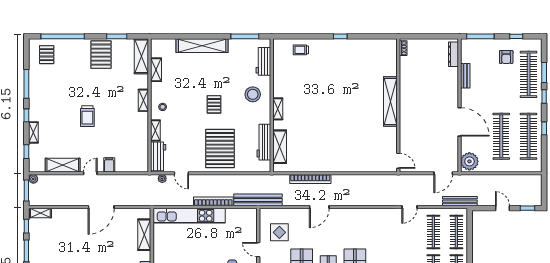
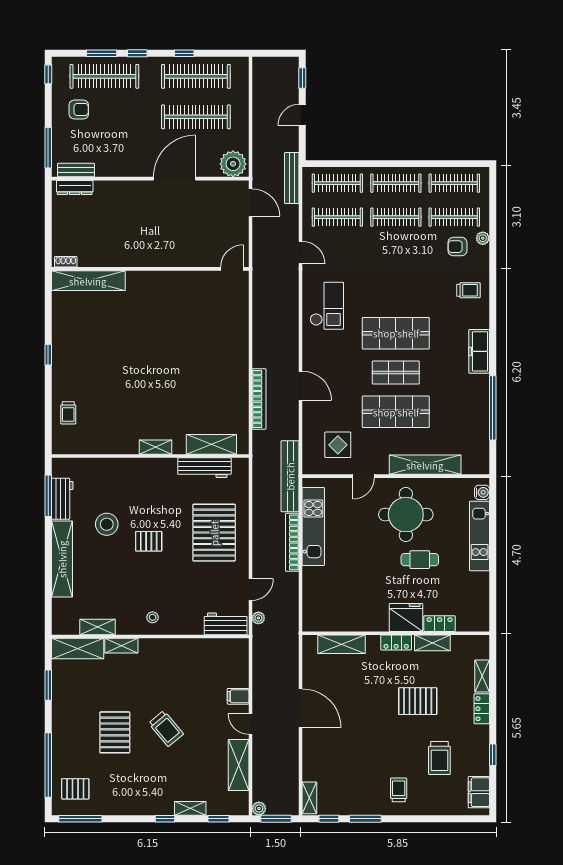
window: (516, 36) -> (48, 74), moved
pallet: (101, 55) -> (115, 732), moved, turned 90
workbench: (263, 61) -> (62, 499), moved, turned -90
bench: (465, 76) -> (76, 170), moved
window: (26, 84) -> (80, 819), moved
stool: (253, 94) -> (107, 524), moved
shelving: (143, 100) -> (121, 646), moved
shelving: (390, 102) -> (88, 281), moved
trolley: (87, 116) -> (166, 729), turned 50
shelving: (155, 131) -> (187, 628), removed
pallet: (220, 149) -> (214, 533), turned 90
kitchen unit: (189, 216) -> (313, 526), moved, width x0.73
checkout: (373, 225) -> (327, 306), added

